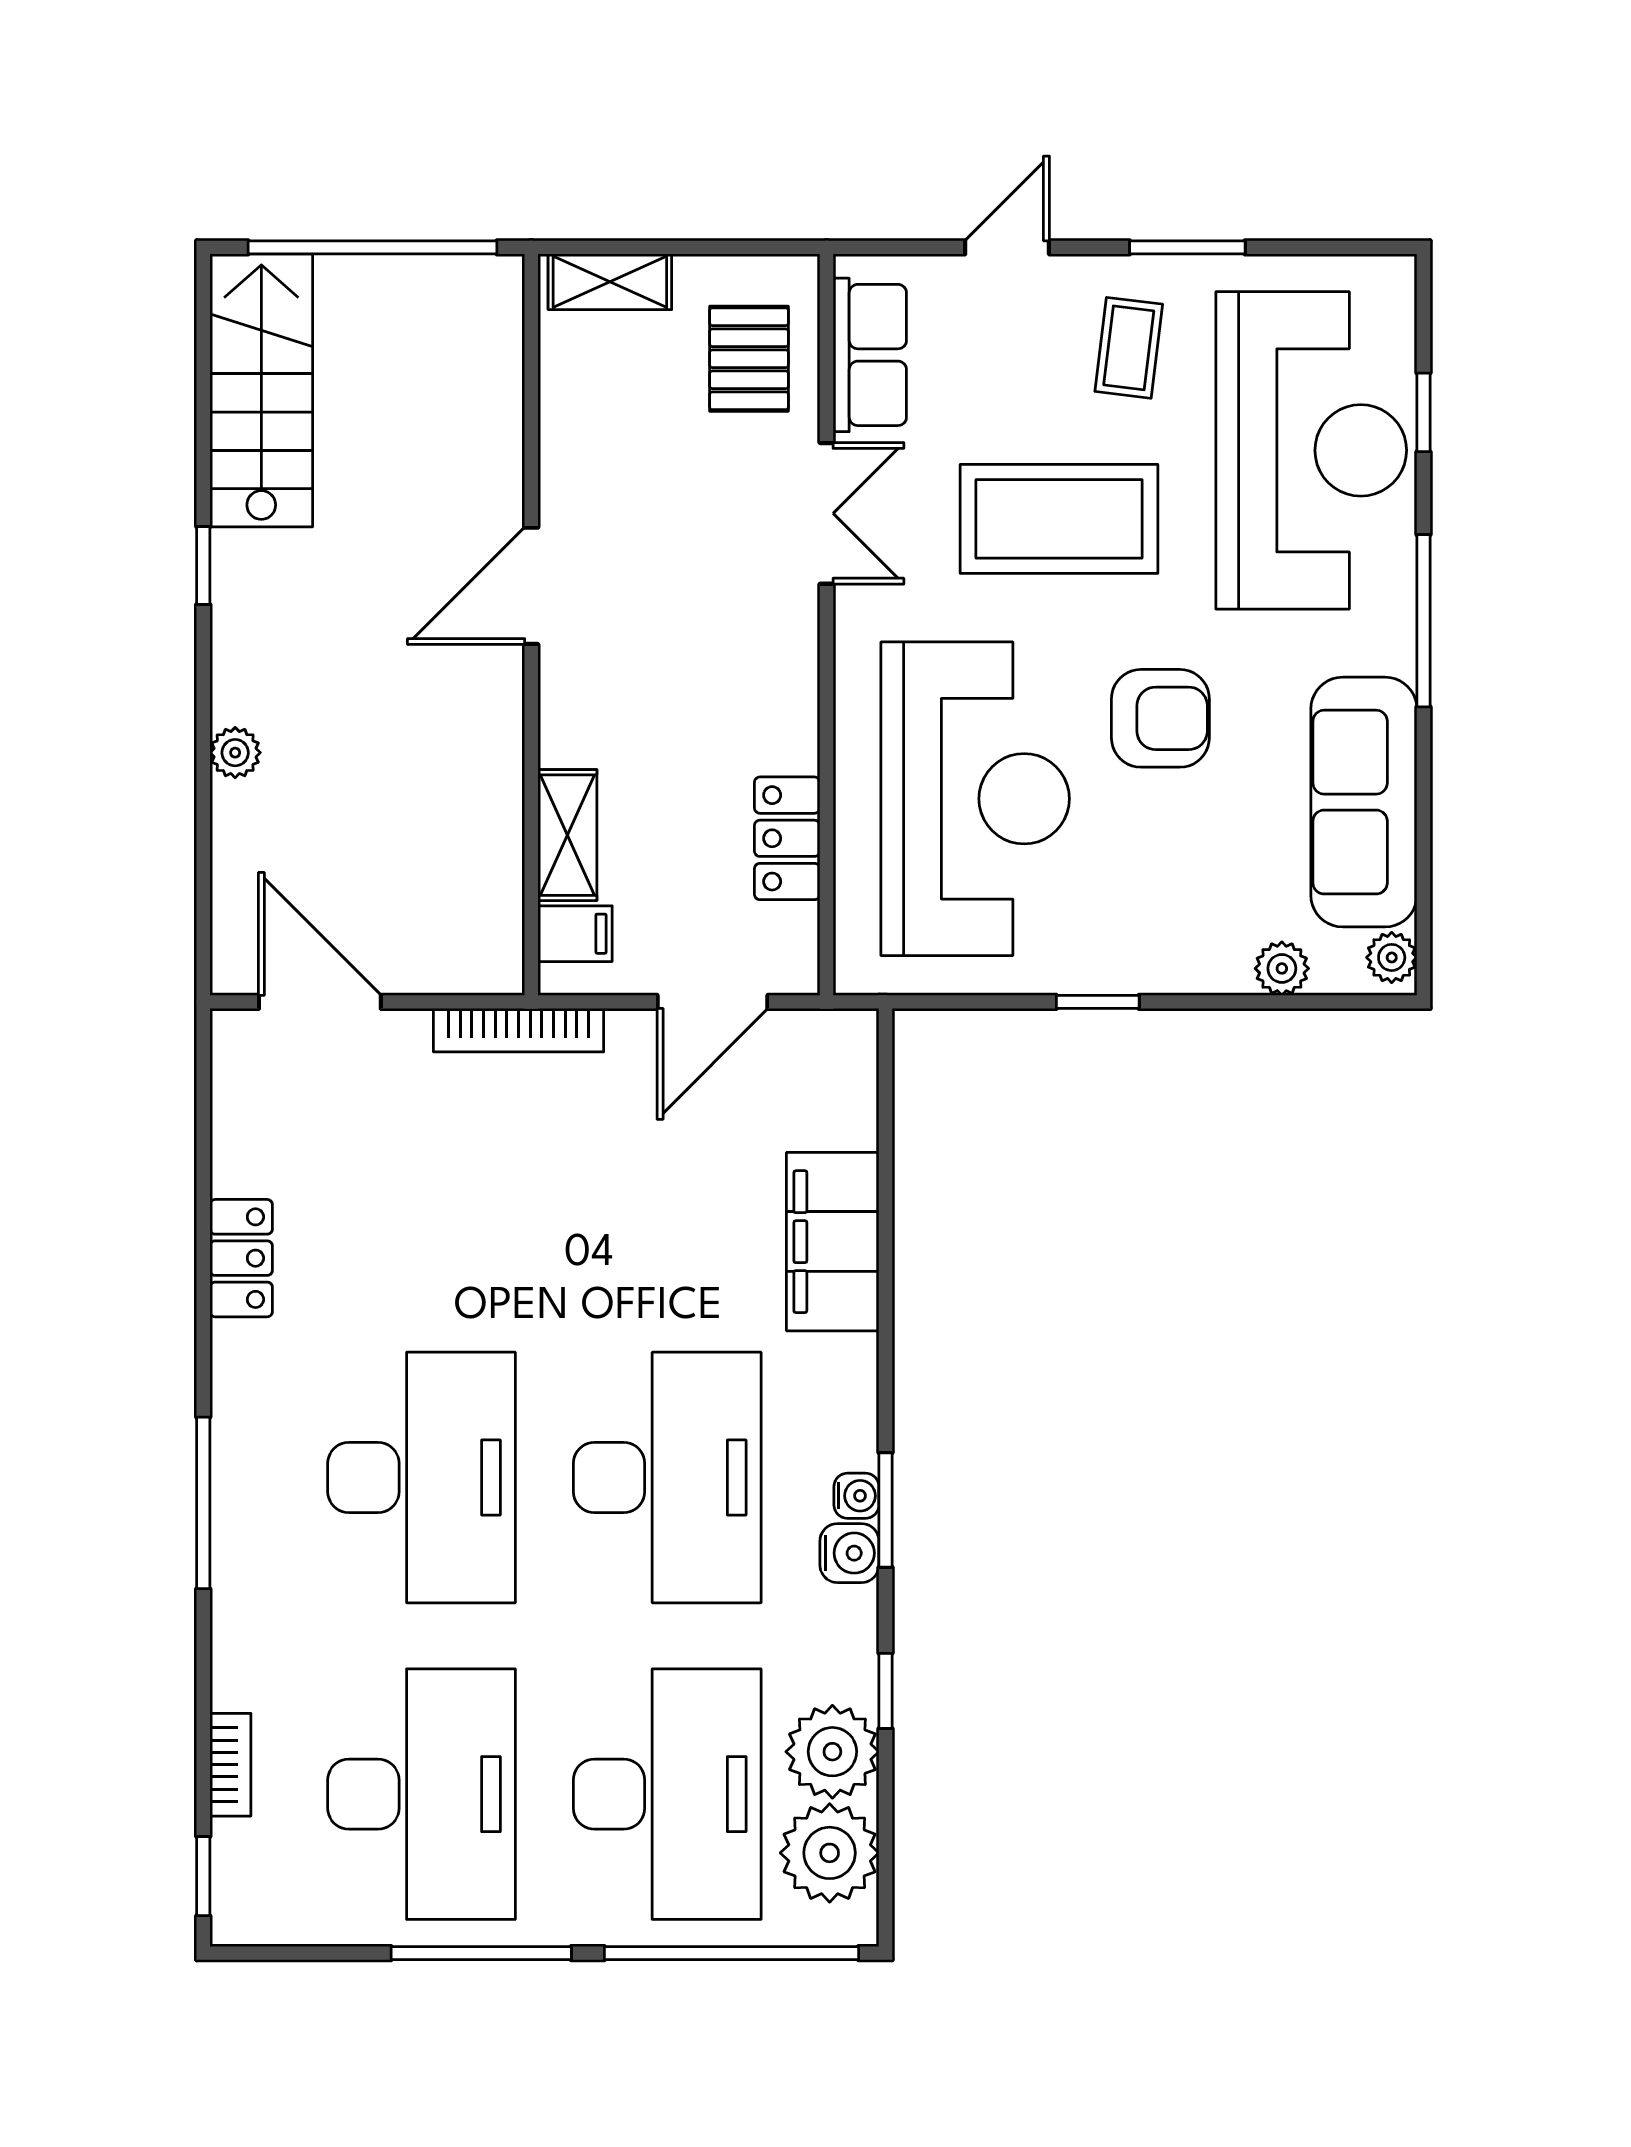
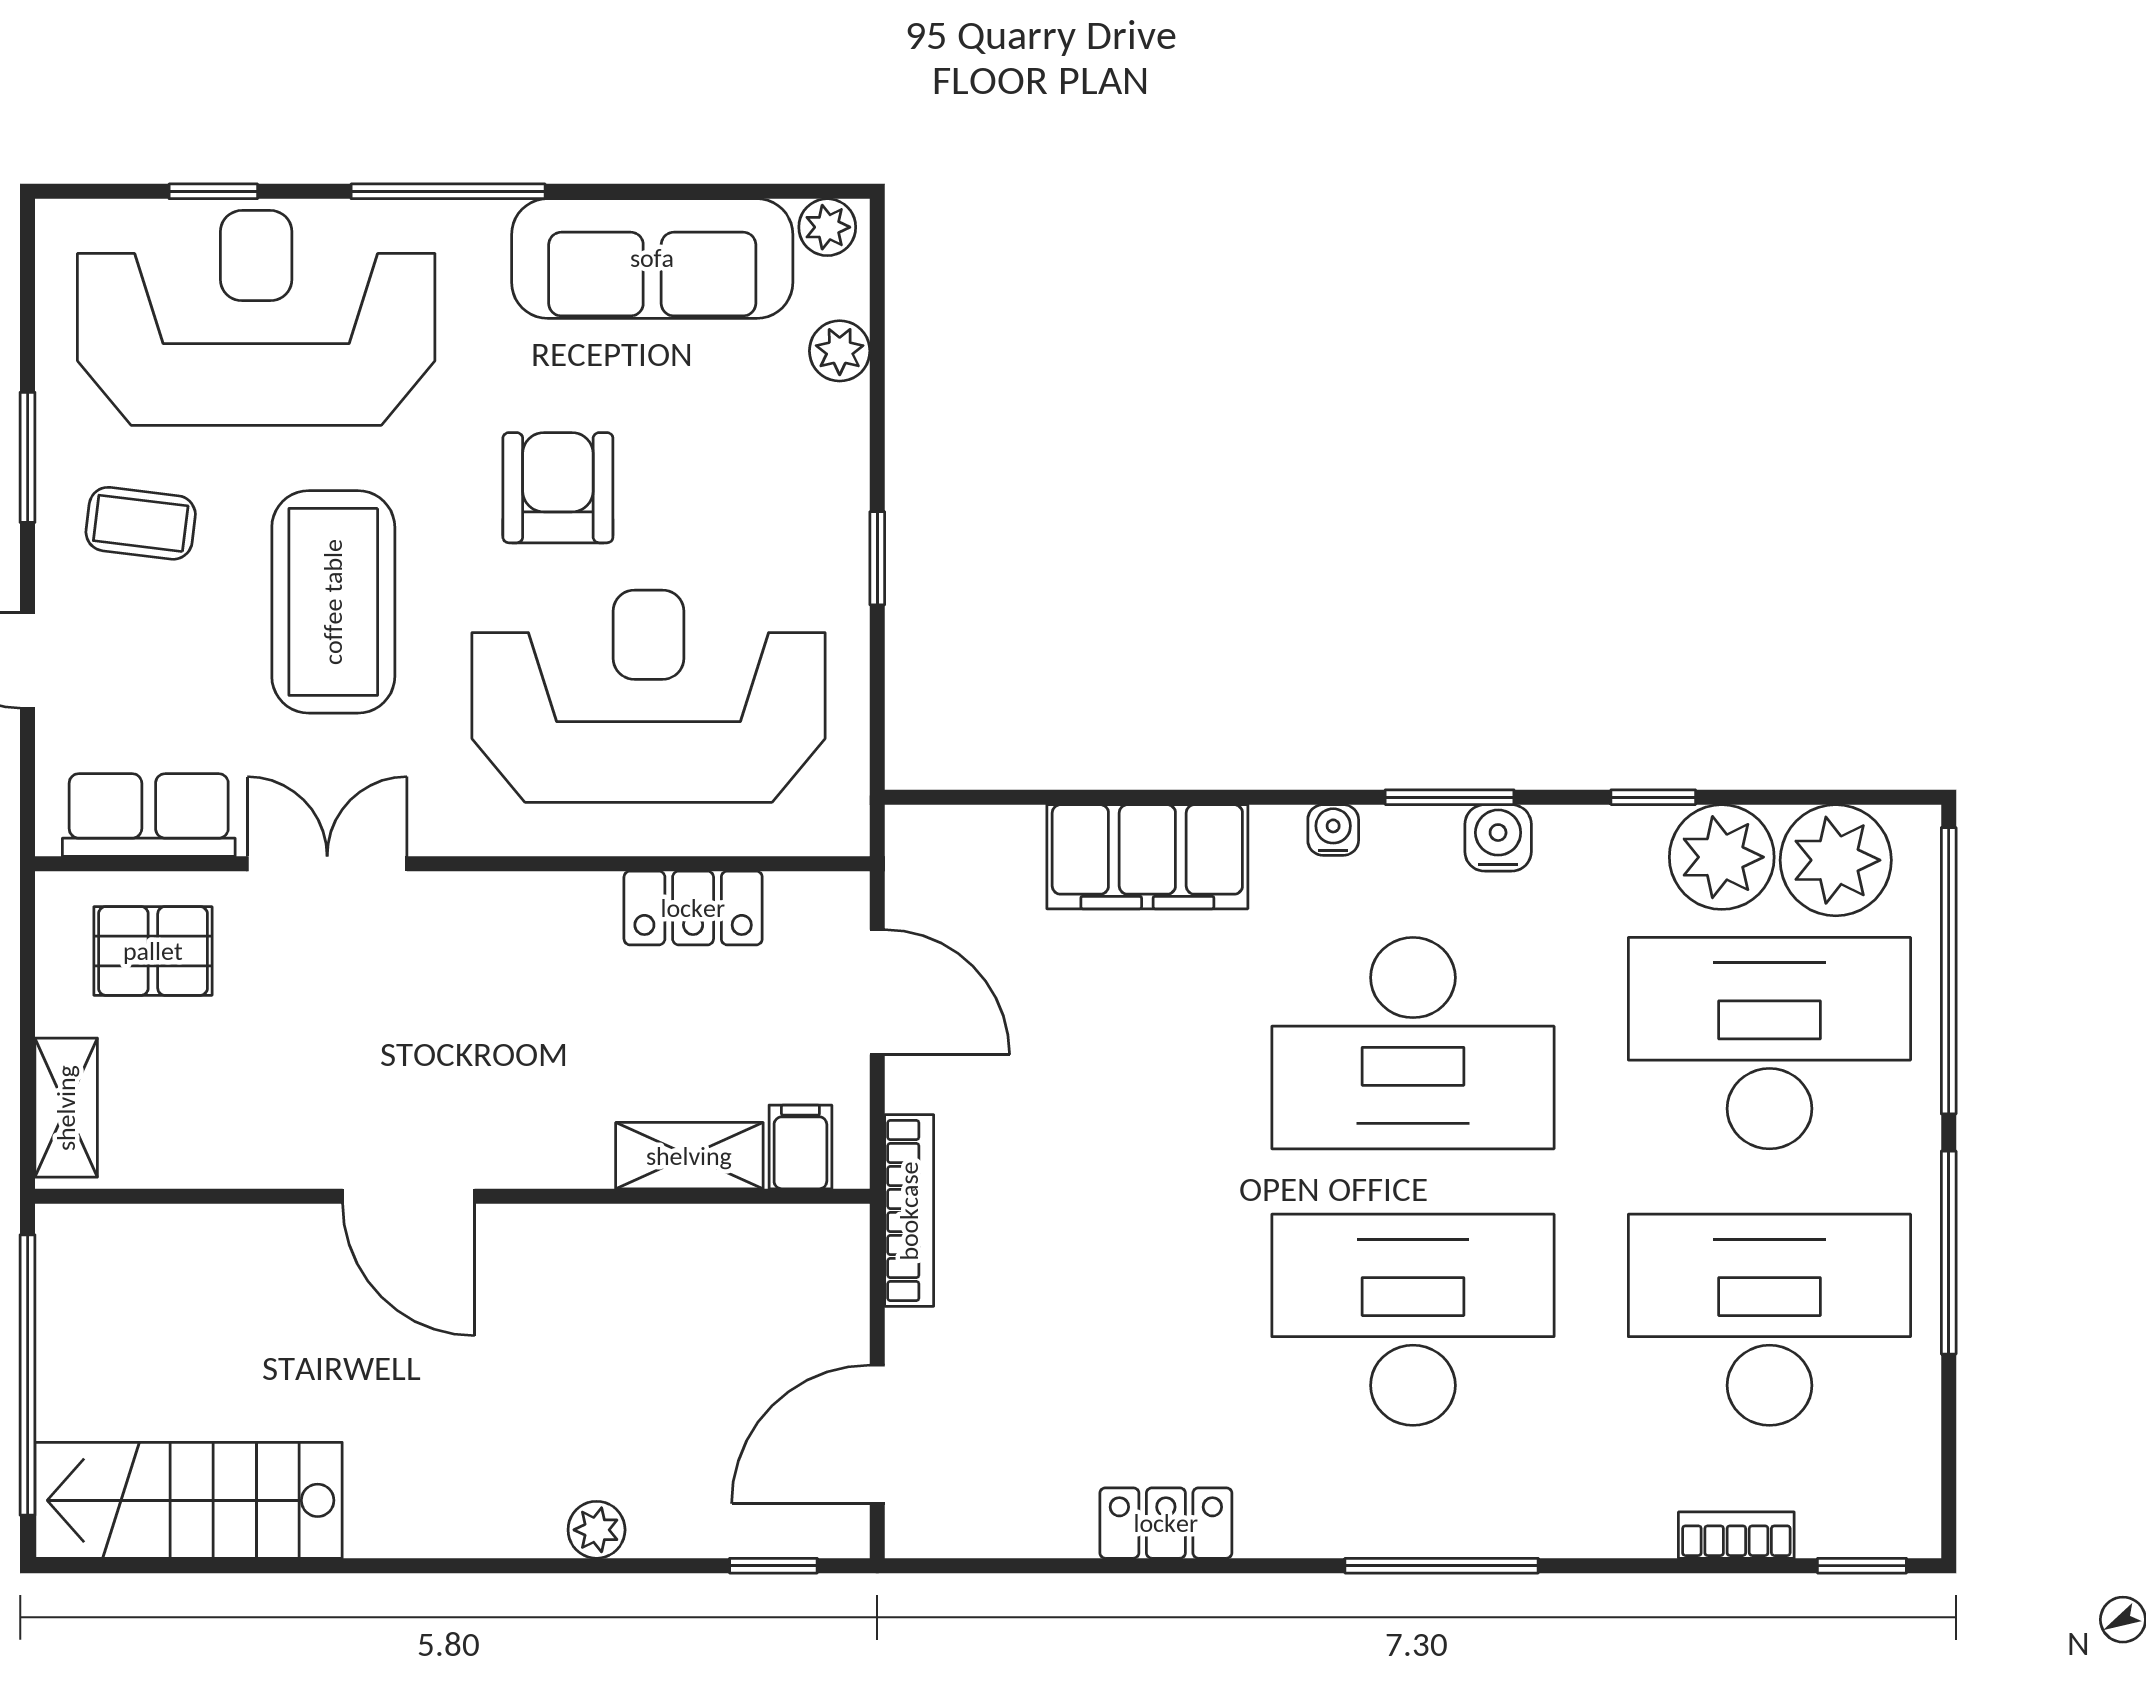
window: (203, 566) -> (773, 1566), moved
desk: (667, 1478) -> (1413, 1043), turned 180
water cooler: (856, 1496) -> (1333, 830), moved

